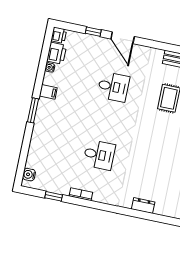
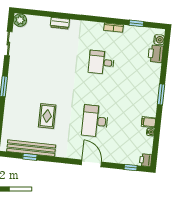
window: (93, 32) -> (131, 168), moved
printer: (57, 53) -> (156, 54), moved
desk: (113, 87) -> (95, 121), width x1.37
filing cabinet: (48, 92) -> (149, 122), moved

